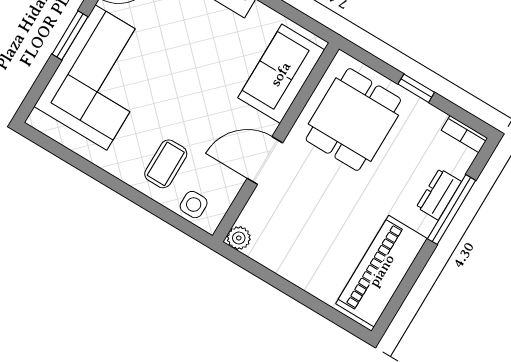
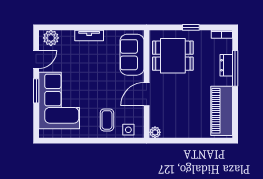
dining table: (353, 120) -> (173, 56), turned 90

